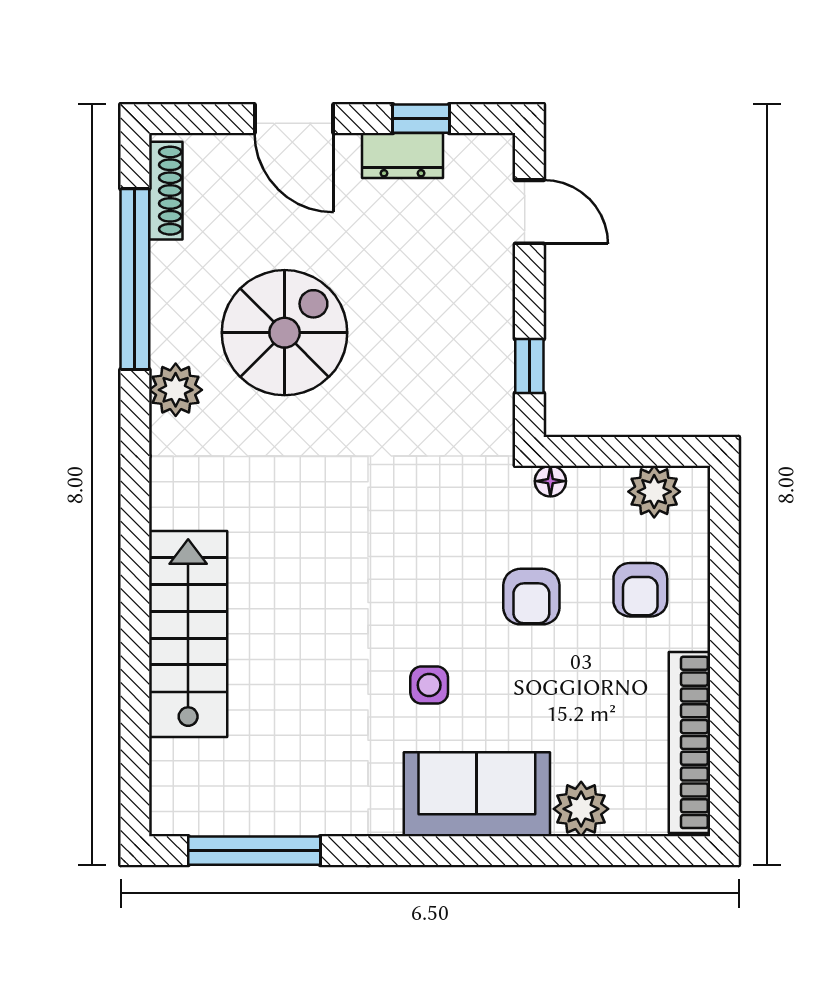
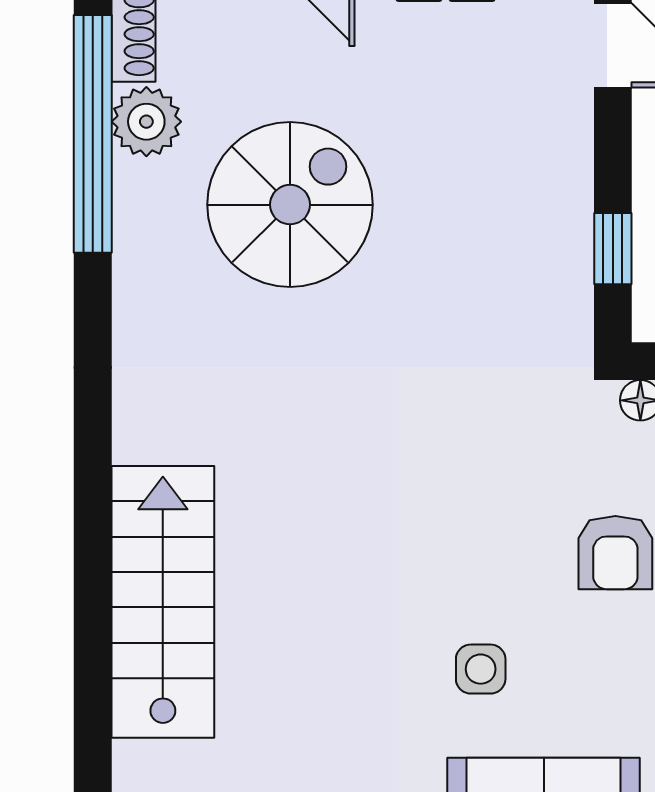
plant: (176, 390) -> (146, 122), moved

